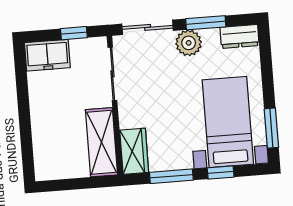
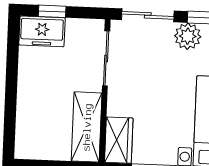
window: (74, 33) -> (52, 11), moved

